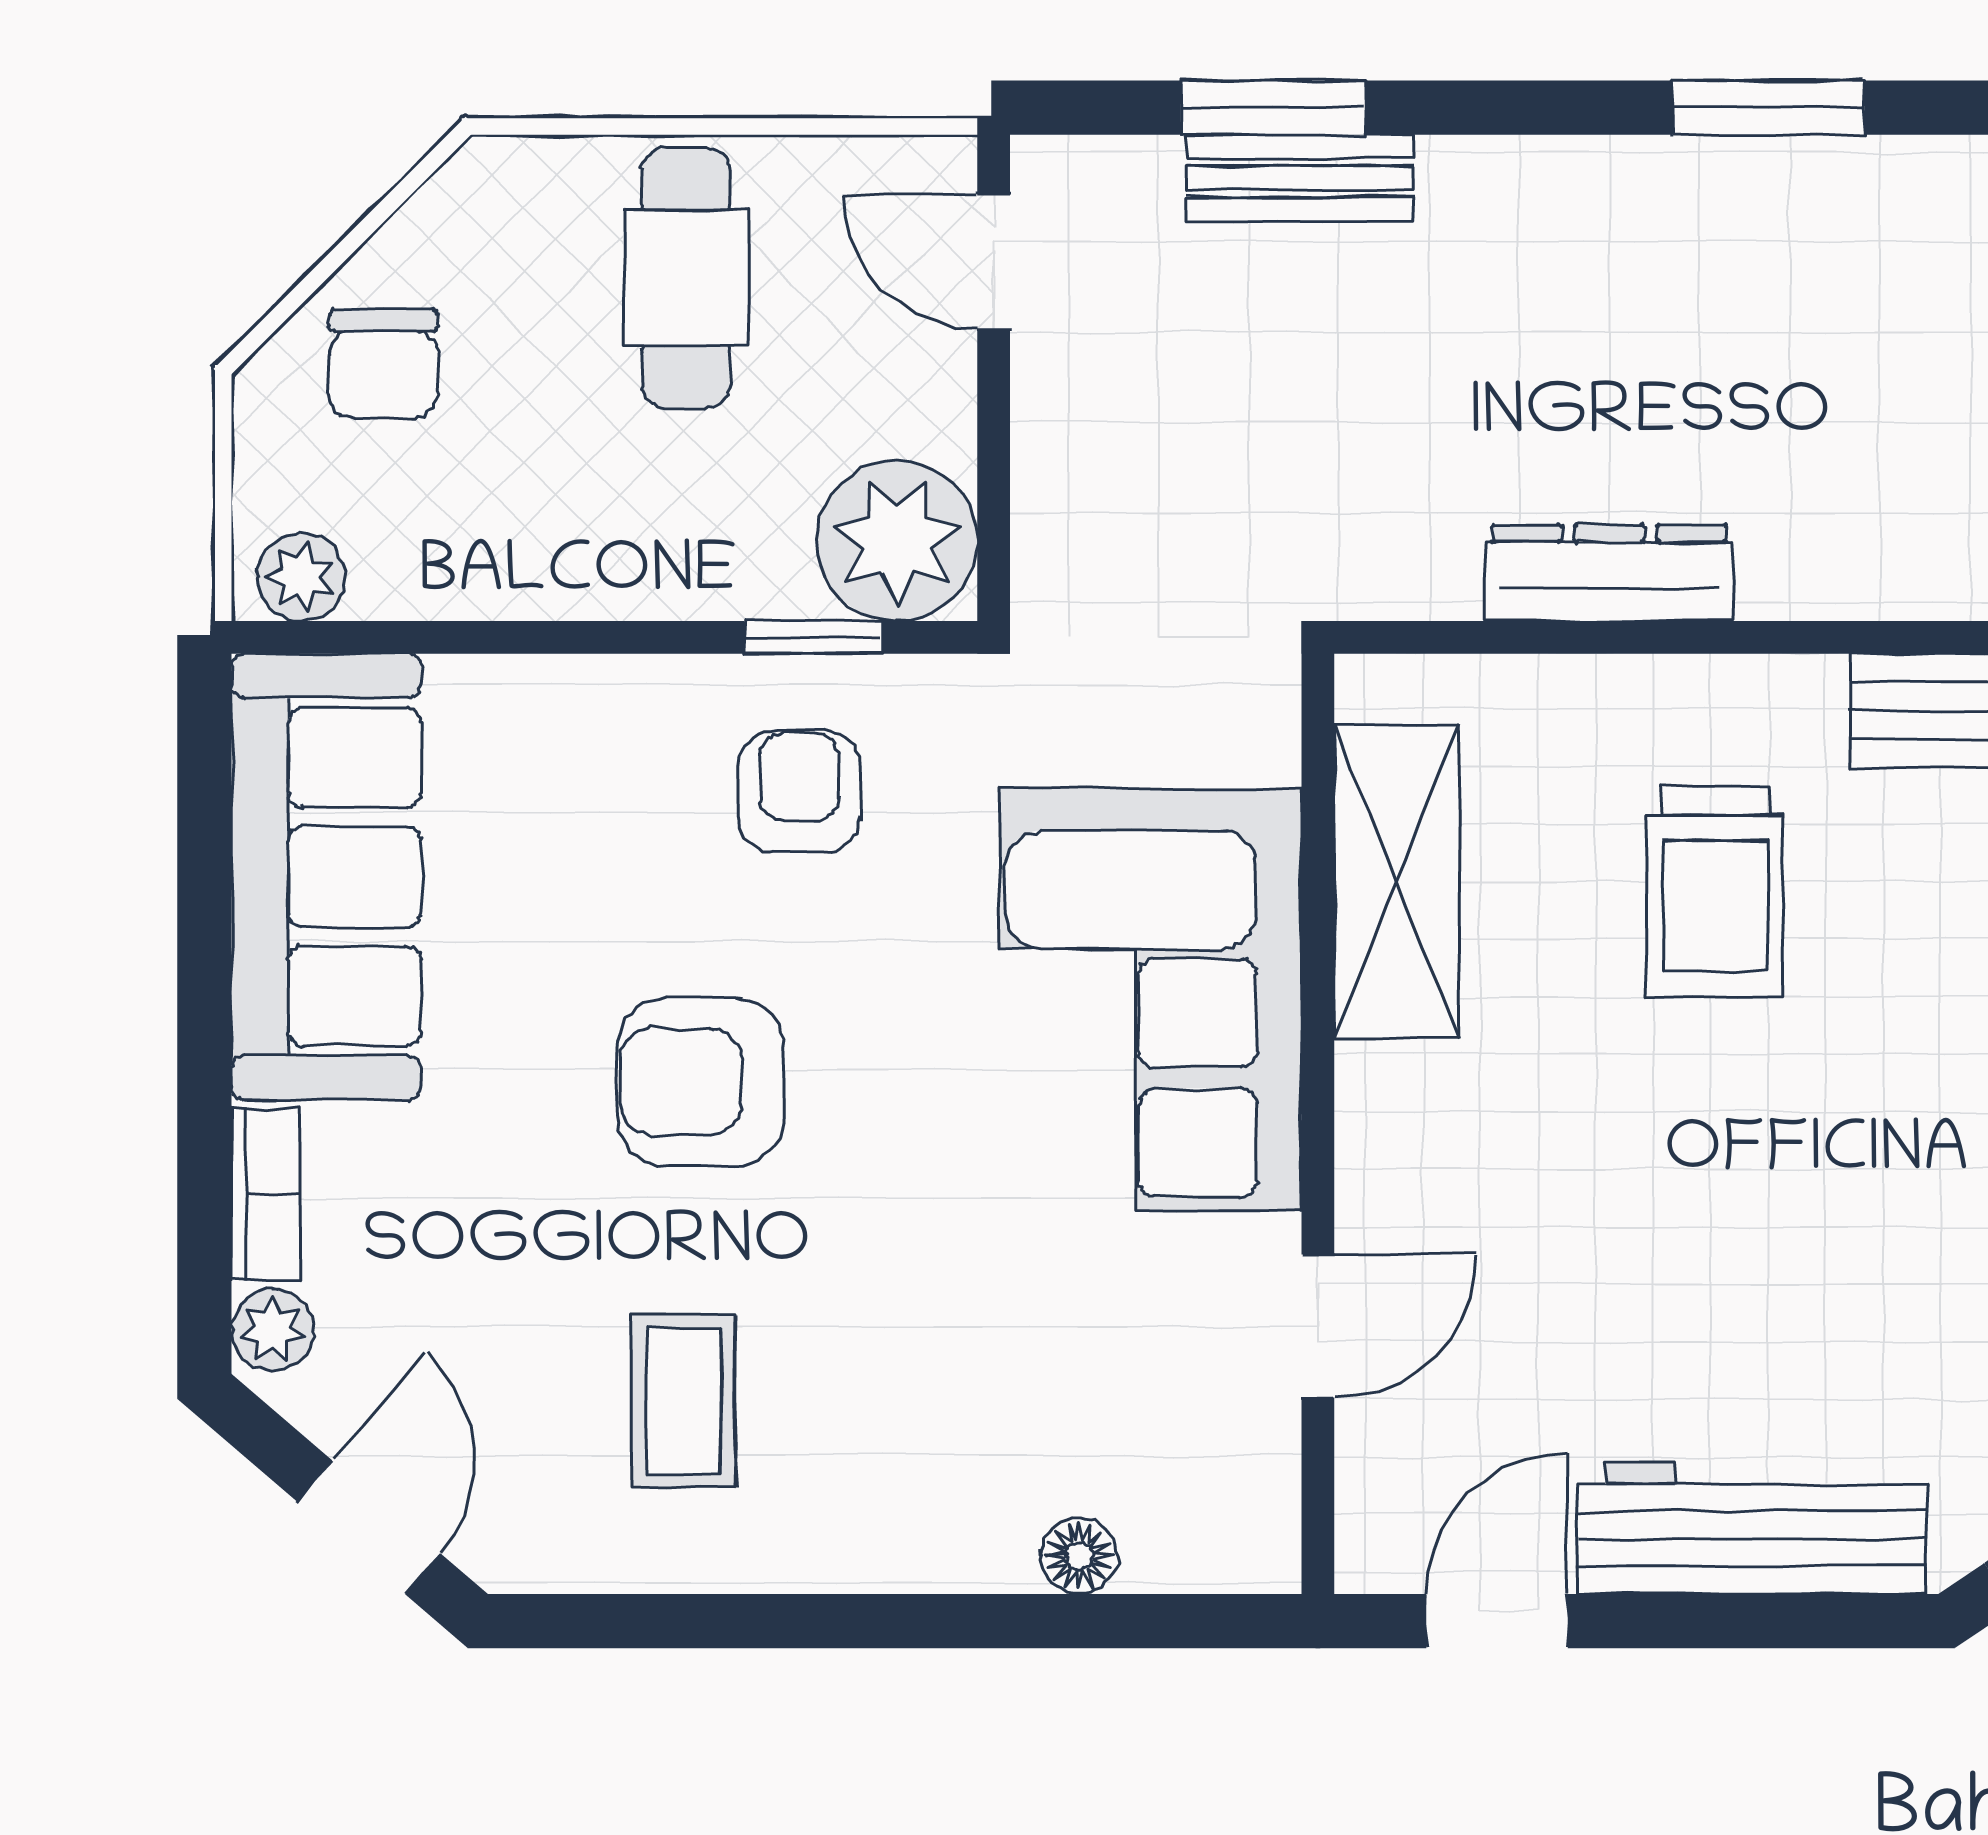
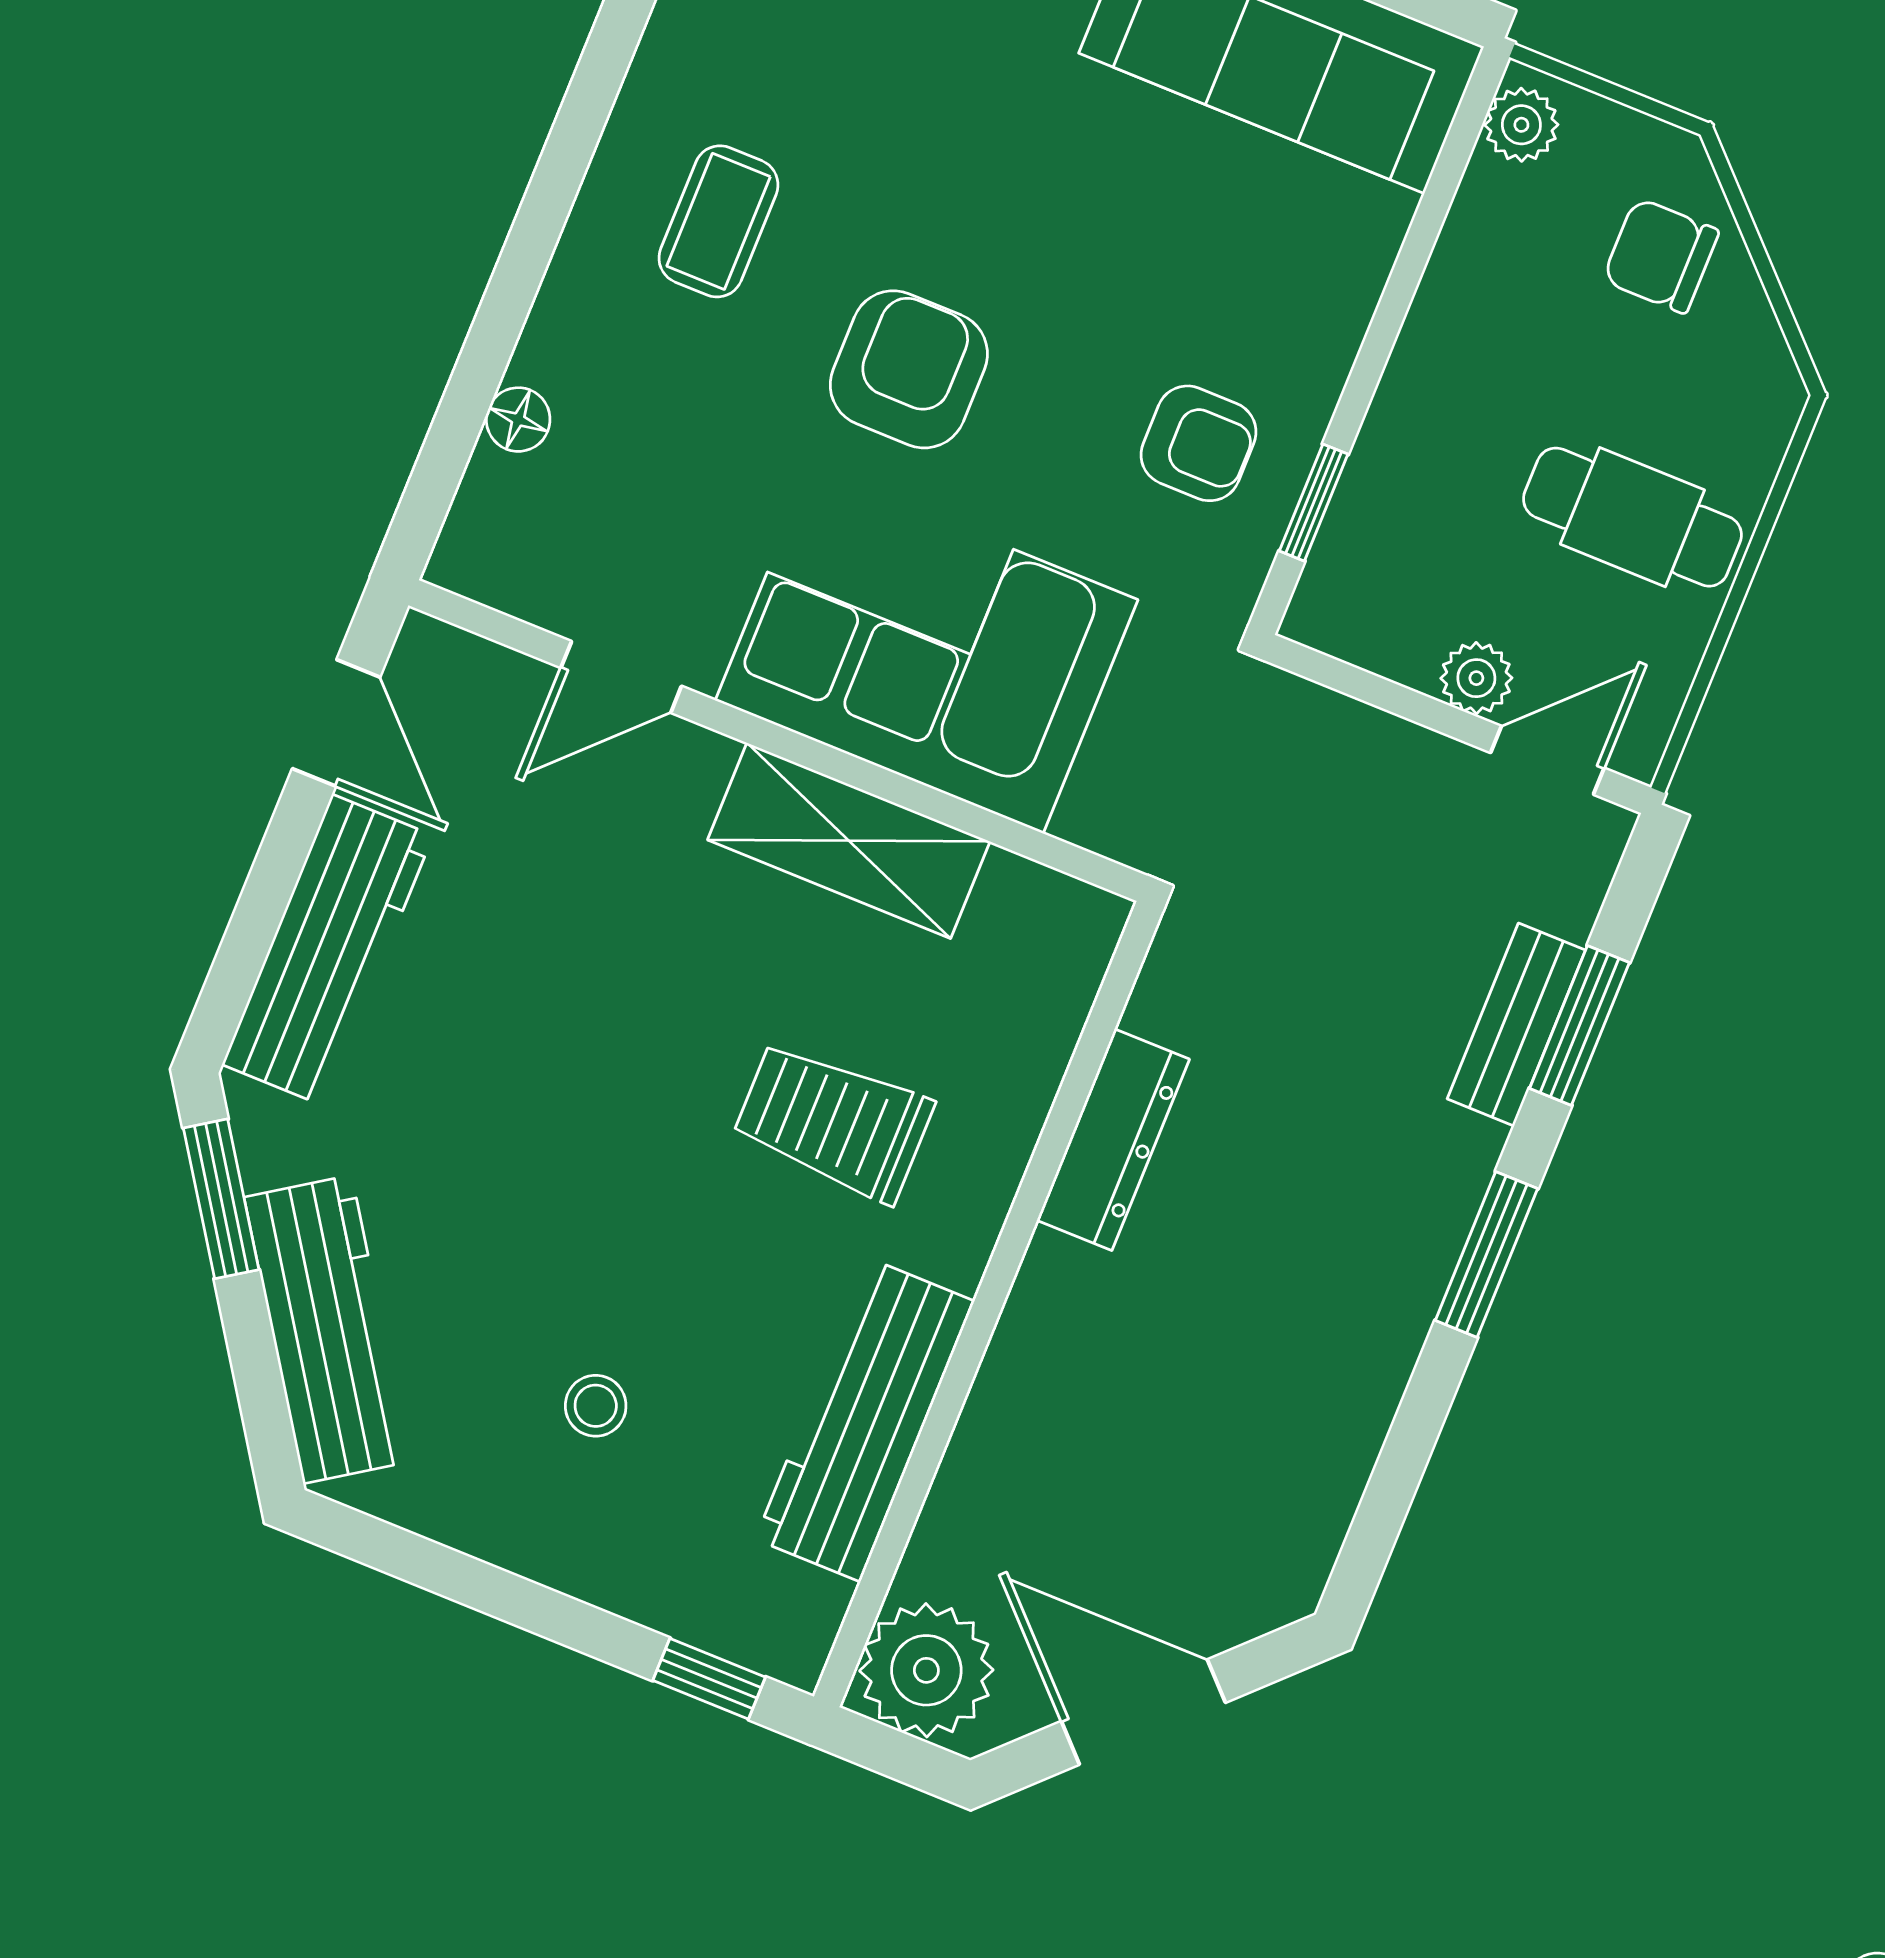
window: (1769, 108) -> (1486, 1255), moved
plant: (897, 541) -> (1476, 678), moved, width x0.53, depth x0.53
shelving: (1397, 882) -> (849, 841), moved
armchair: (701, 1082) -> (909, 369), moved
door: (1318, 1326) -> (621, 677), hinge flipped
coffee table: (683, 1401) -> (718, 221), moved, turned 90

